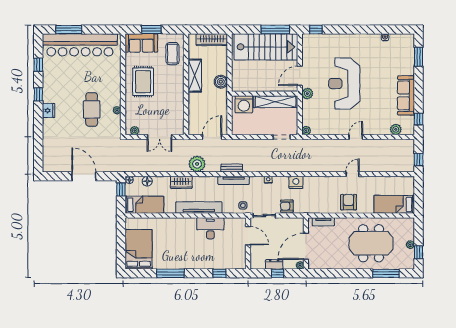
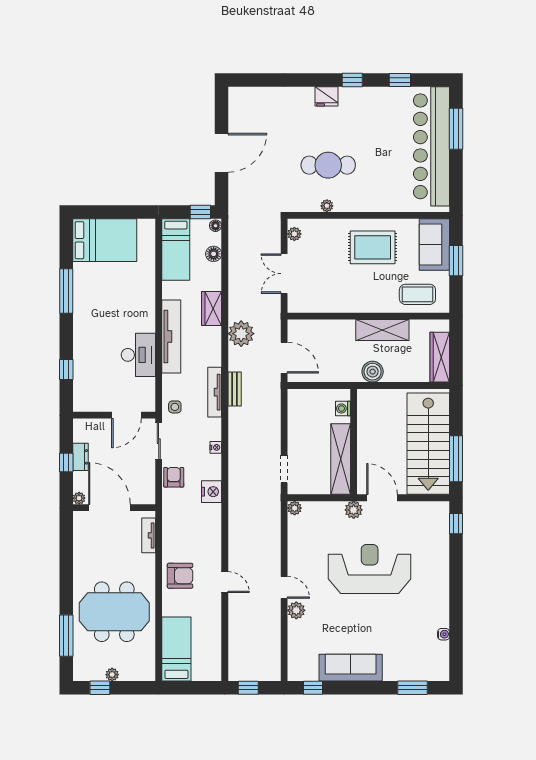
washing machine: (244, 104) -> (343, 408), width x0.53, depth x0.53
plant: (396, 129) -> (296, 610), moved
meeting table: (371, 243) -> (114, 612), turned 90

